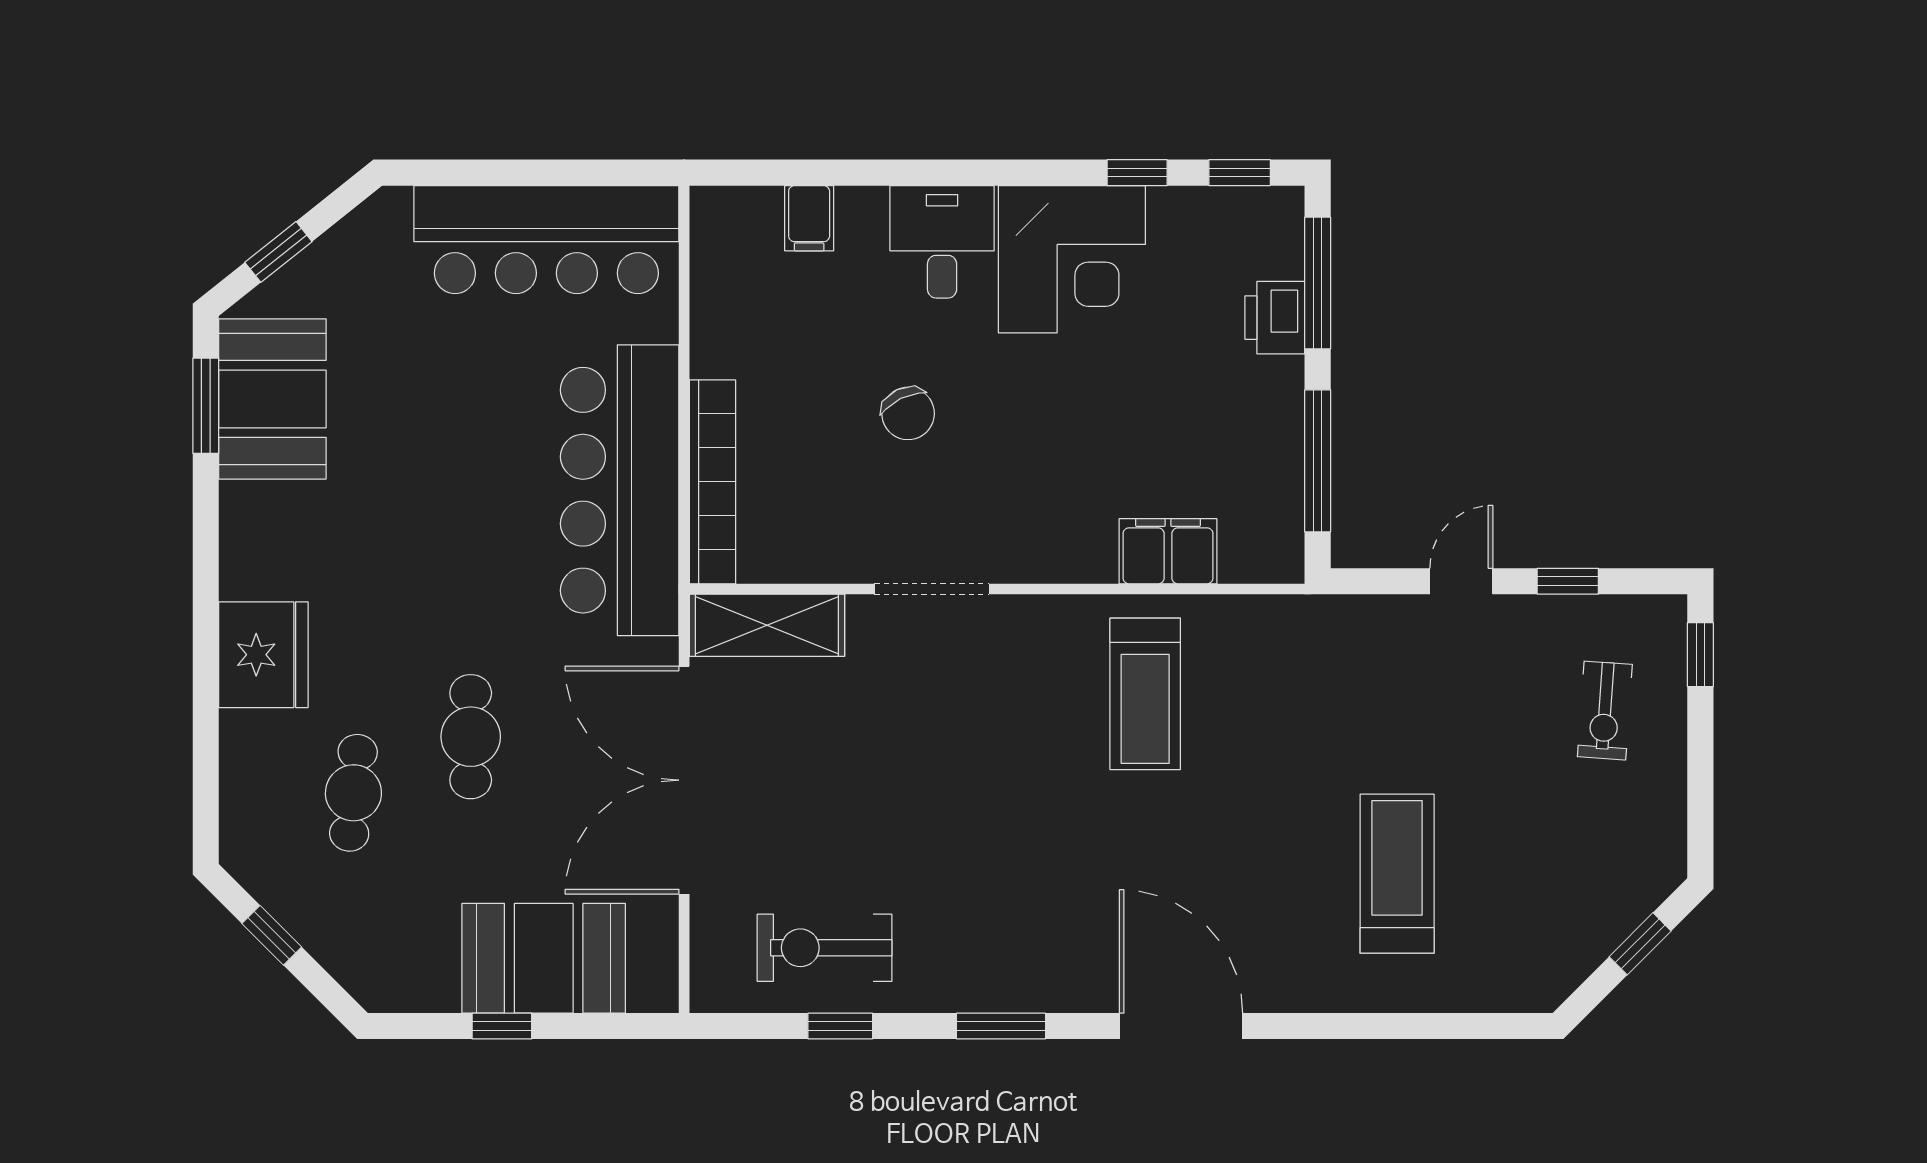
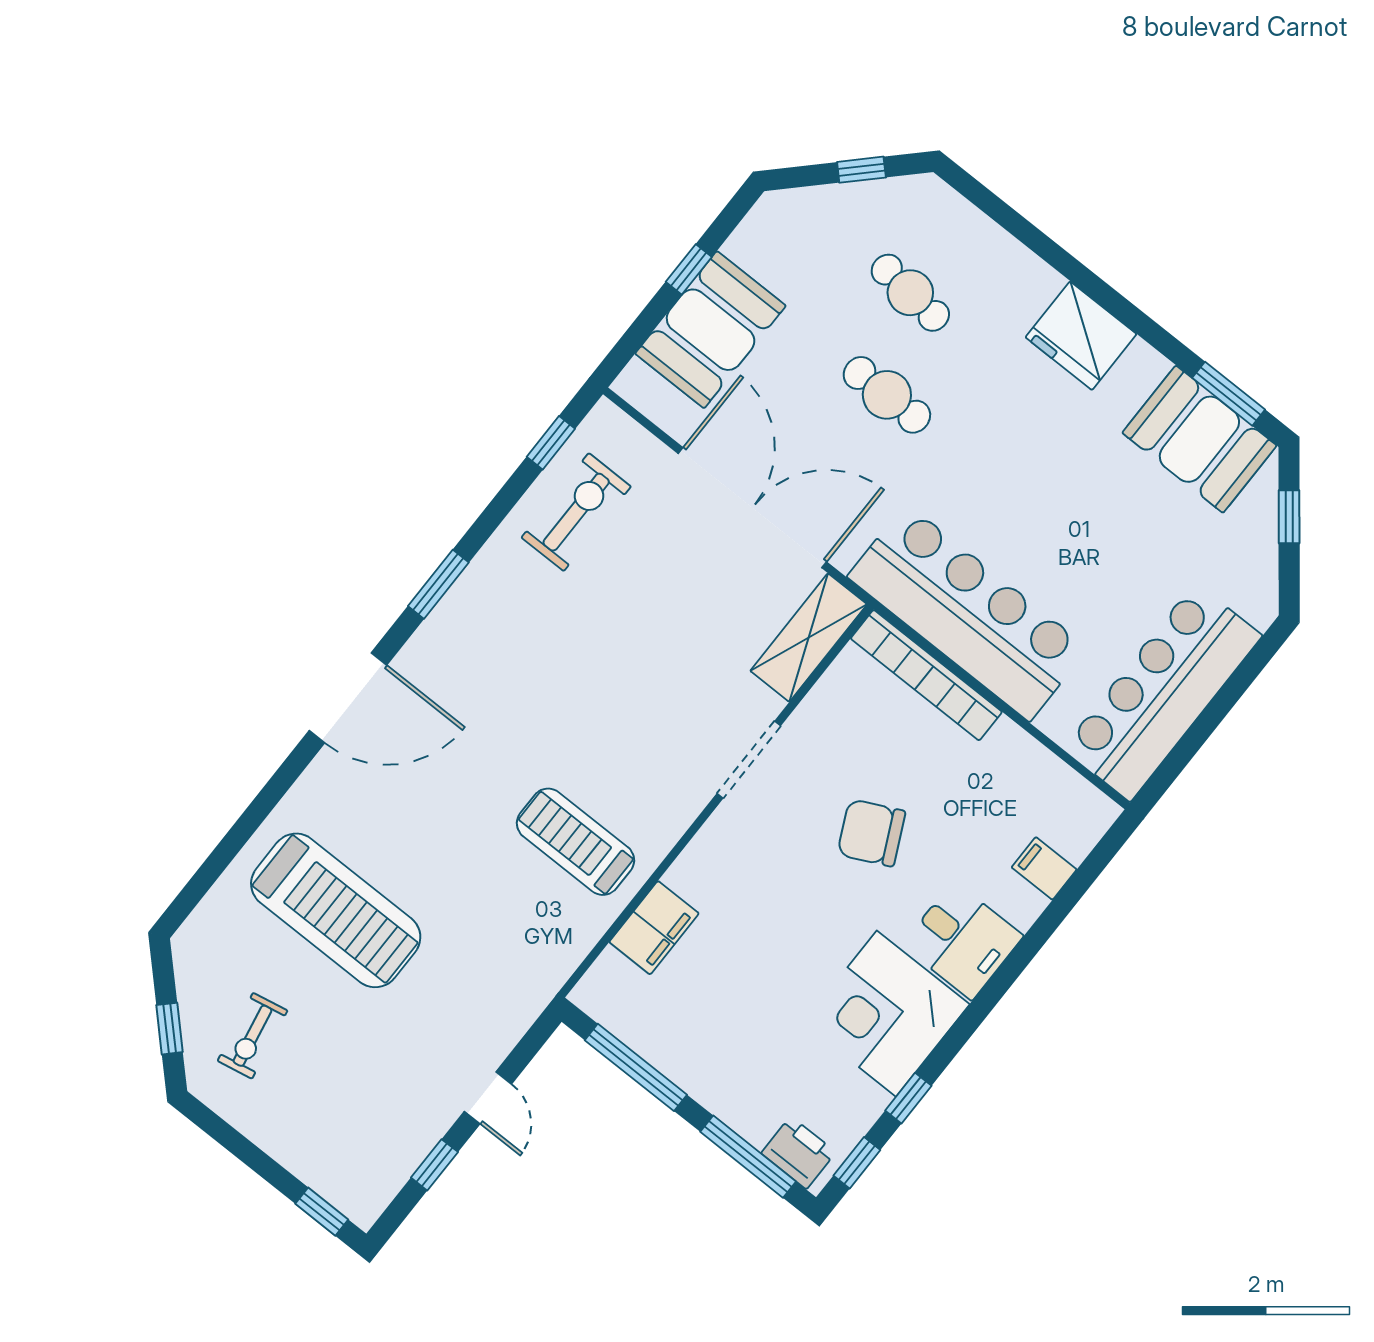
printer: (1275, 318) -> (798, 1153), moved
chair: (908, 413) -> (871, 833), width x1.37, depth x1.37
fridge: (263, 655) -> (1081, 336), moved
exercise bike: (1605, 711) -> (253, 1036), moved, turned -105
treadmill: (1397, 874) -> (336, 910), width x1.37, depth x1.38
window: (840, 1026) -> (551, 443), moved

